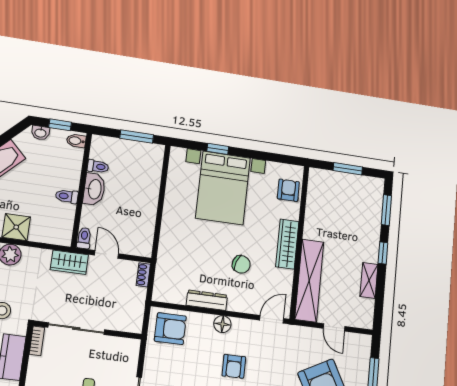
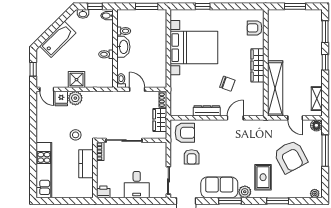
bed with nightstands: (223, 188) -> (194, 48), moved, turned -90
armchair: (288, 190) -> (255, 28), turned -90
wardrobe: (69, 262) -> (160, 120), moved, turned 90
shelving: (369, 280) -> (317, 99), moved
door: (272, 319) -> (235, 118), moved
floor lamp: (222, 324) -> (316, 125), moved
armchair: (234, 366) -> (192, 157), moved

